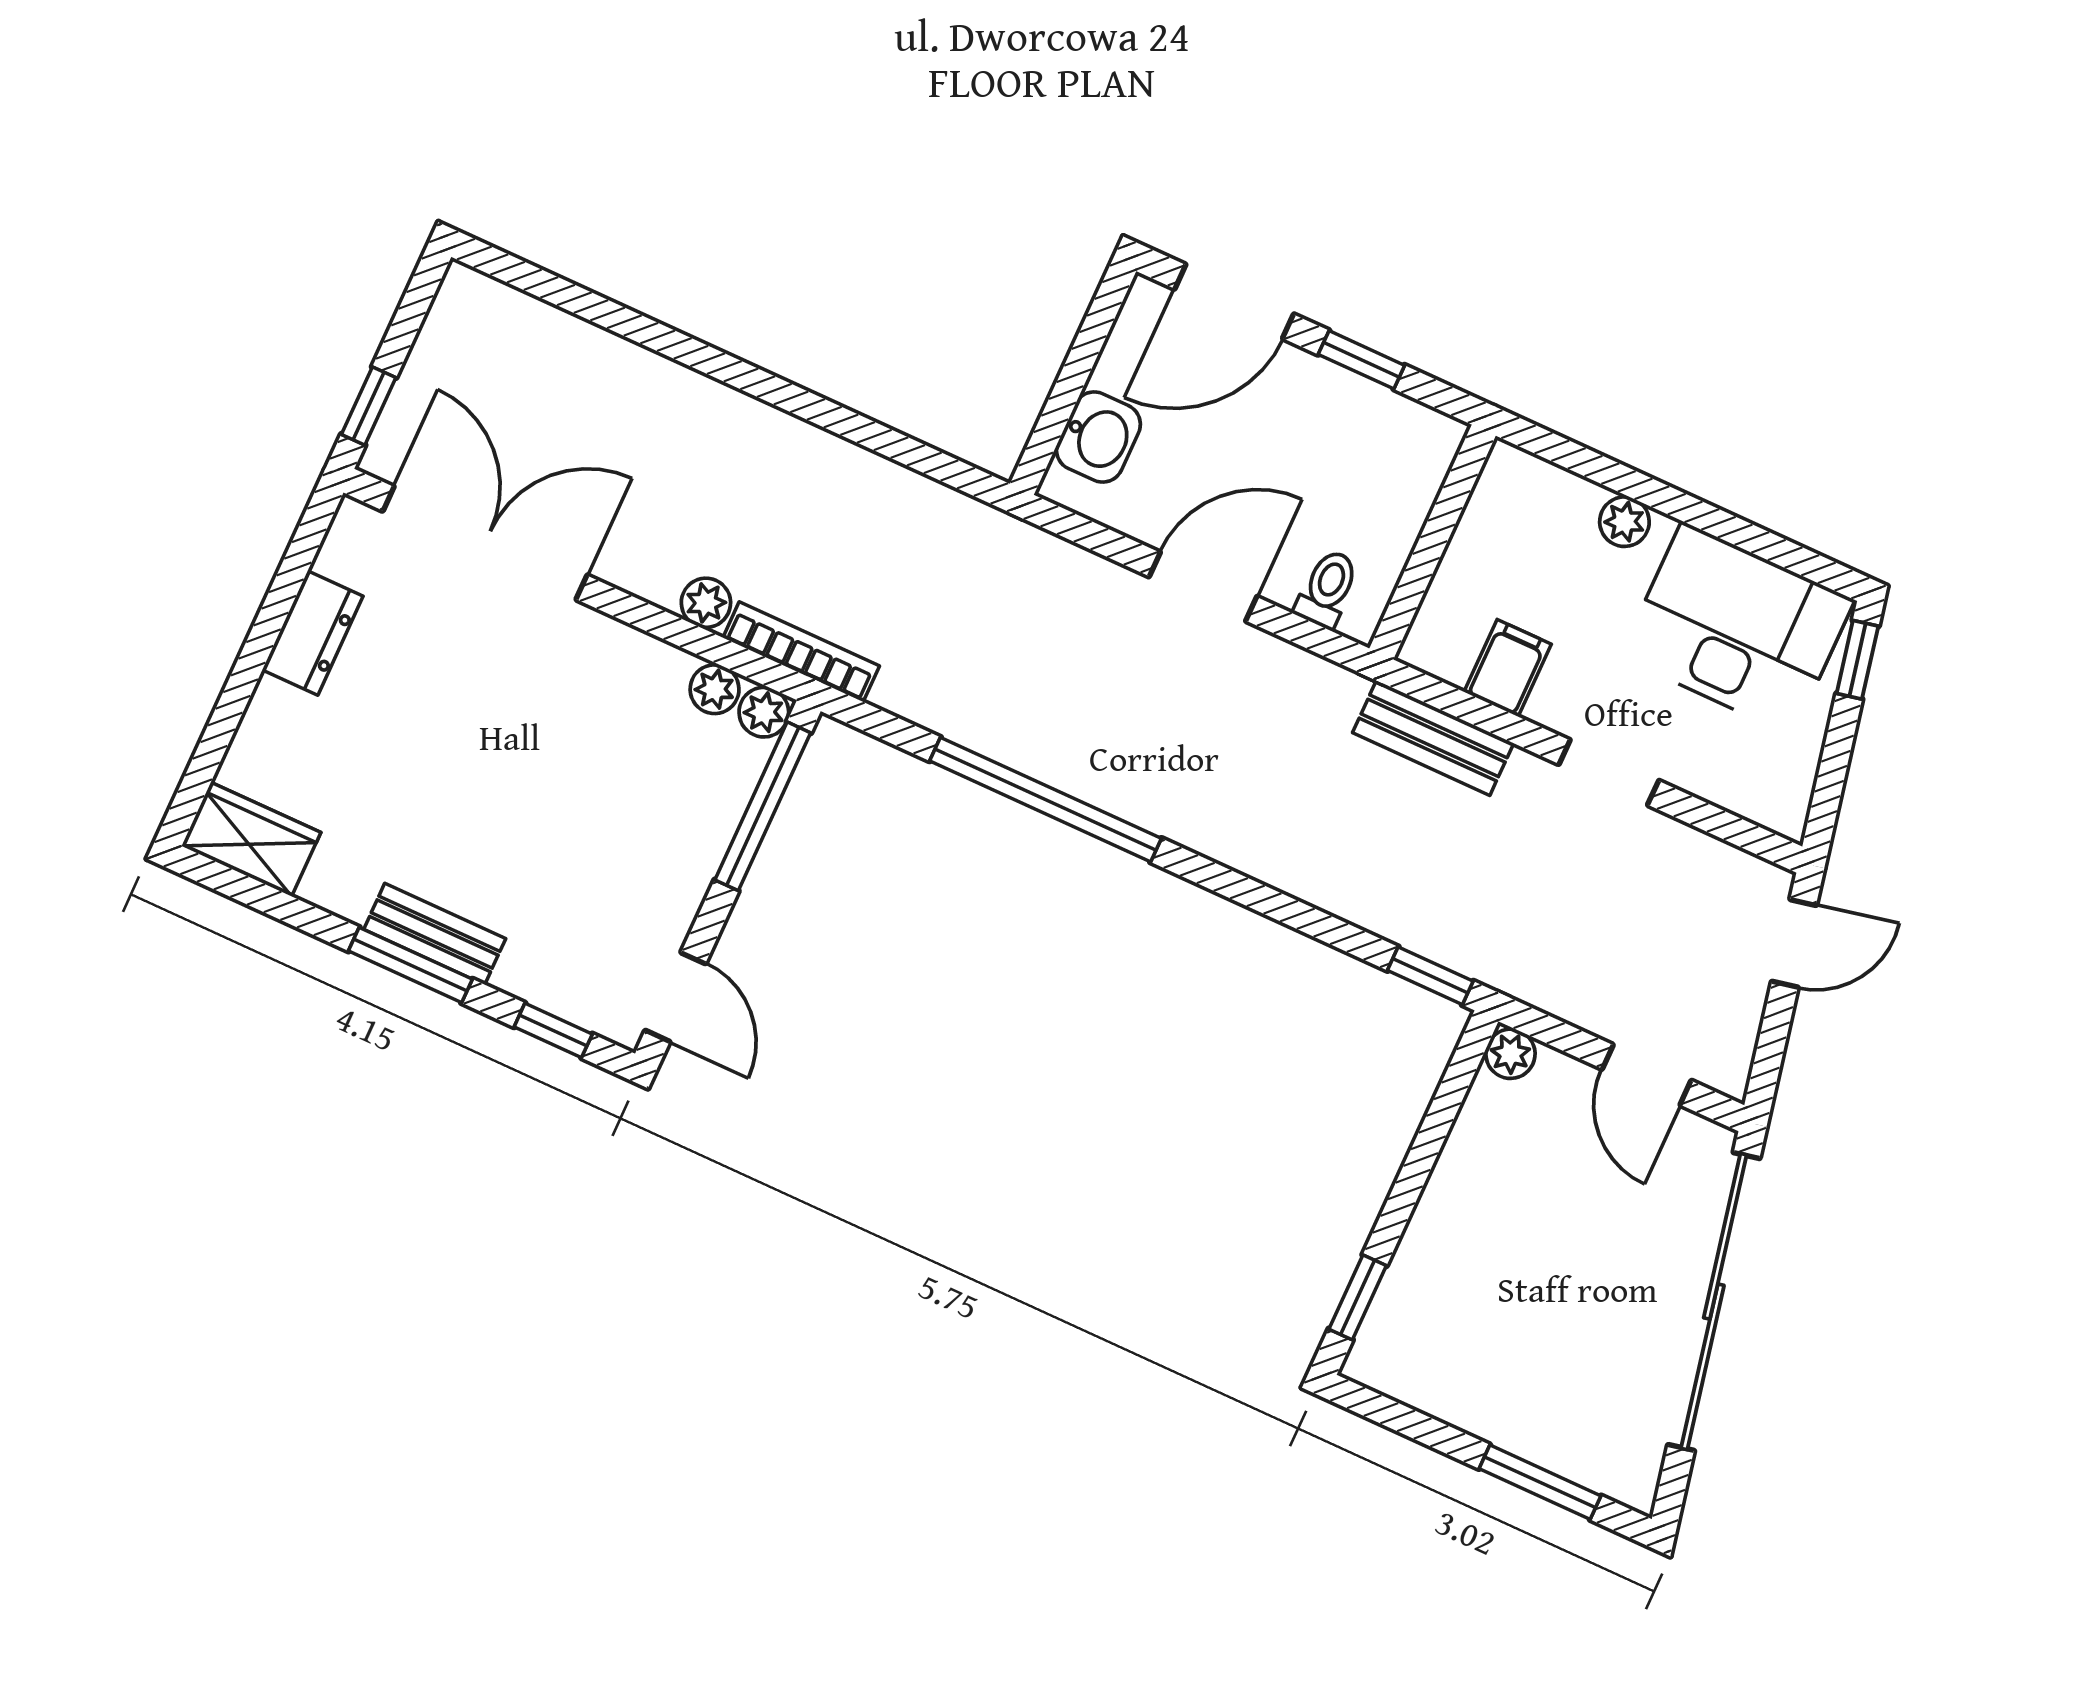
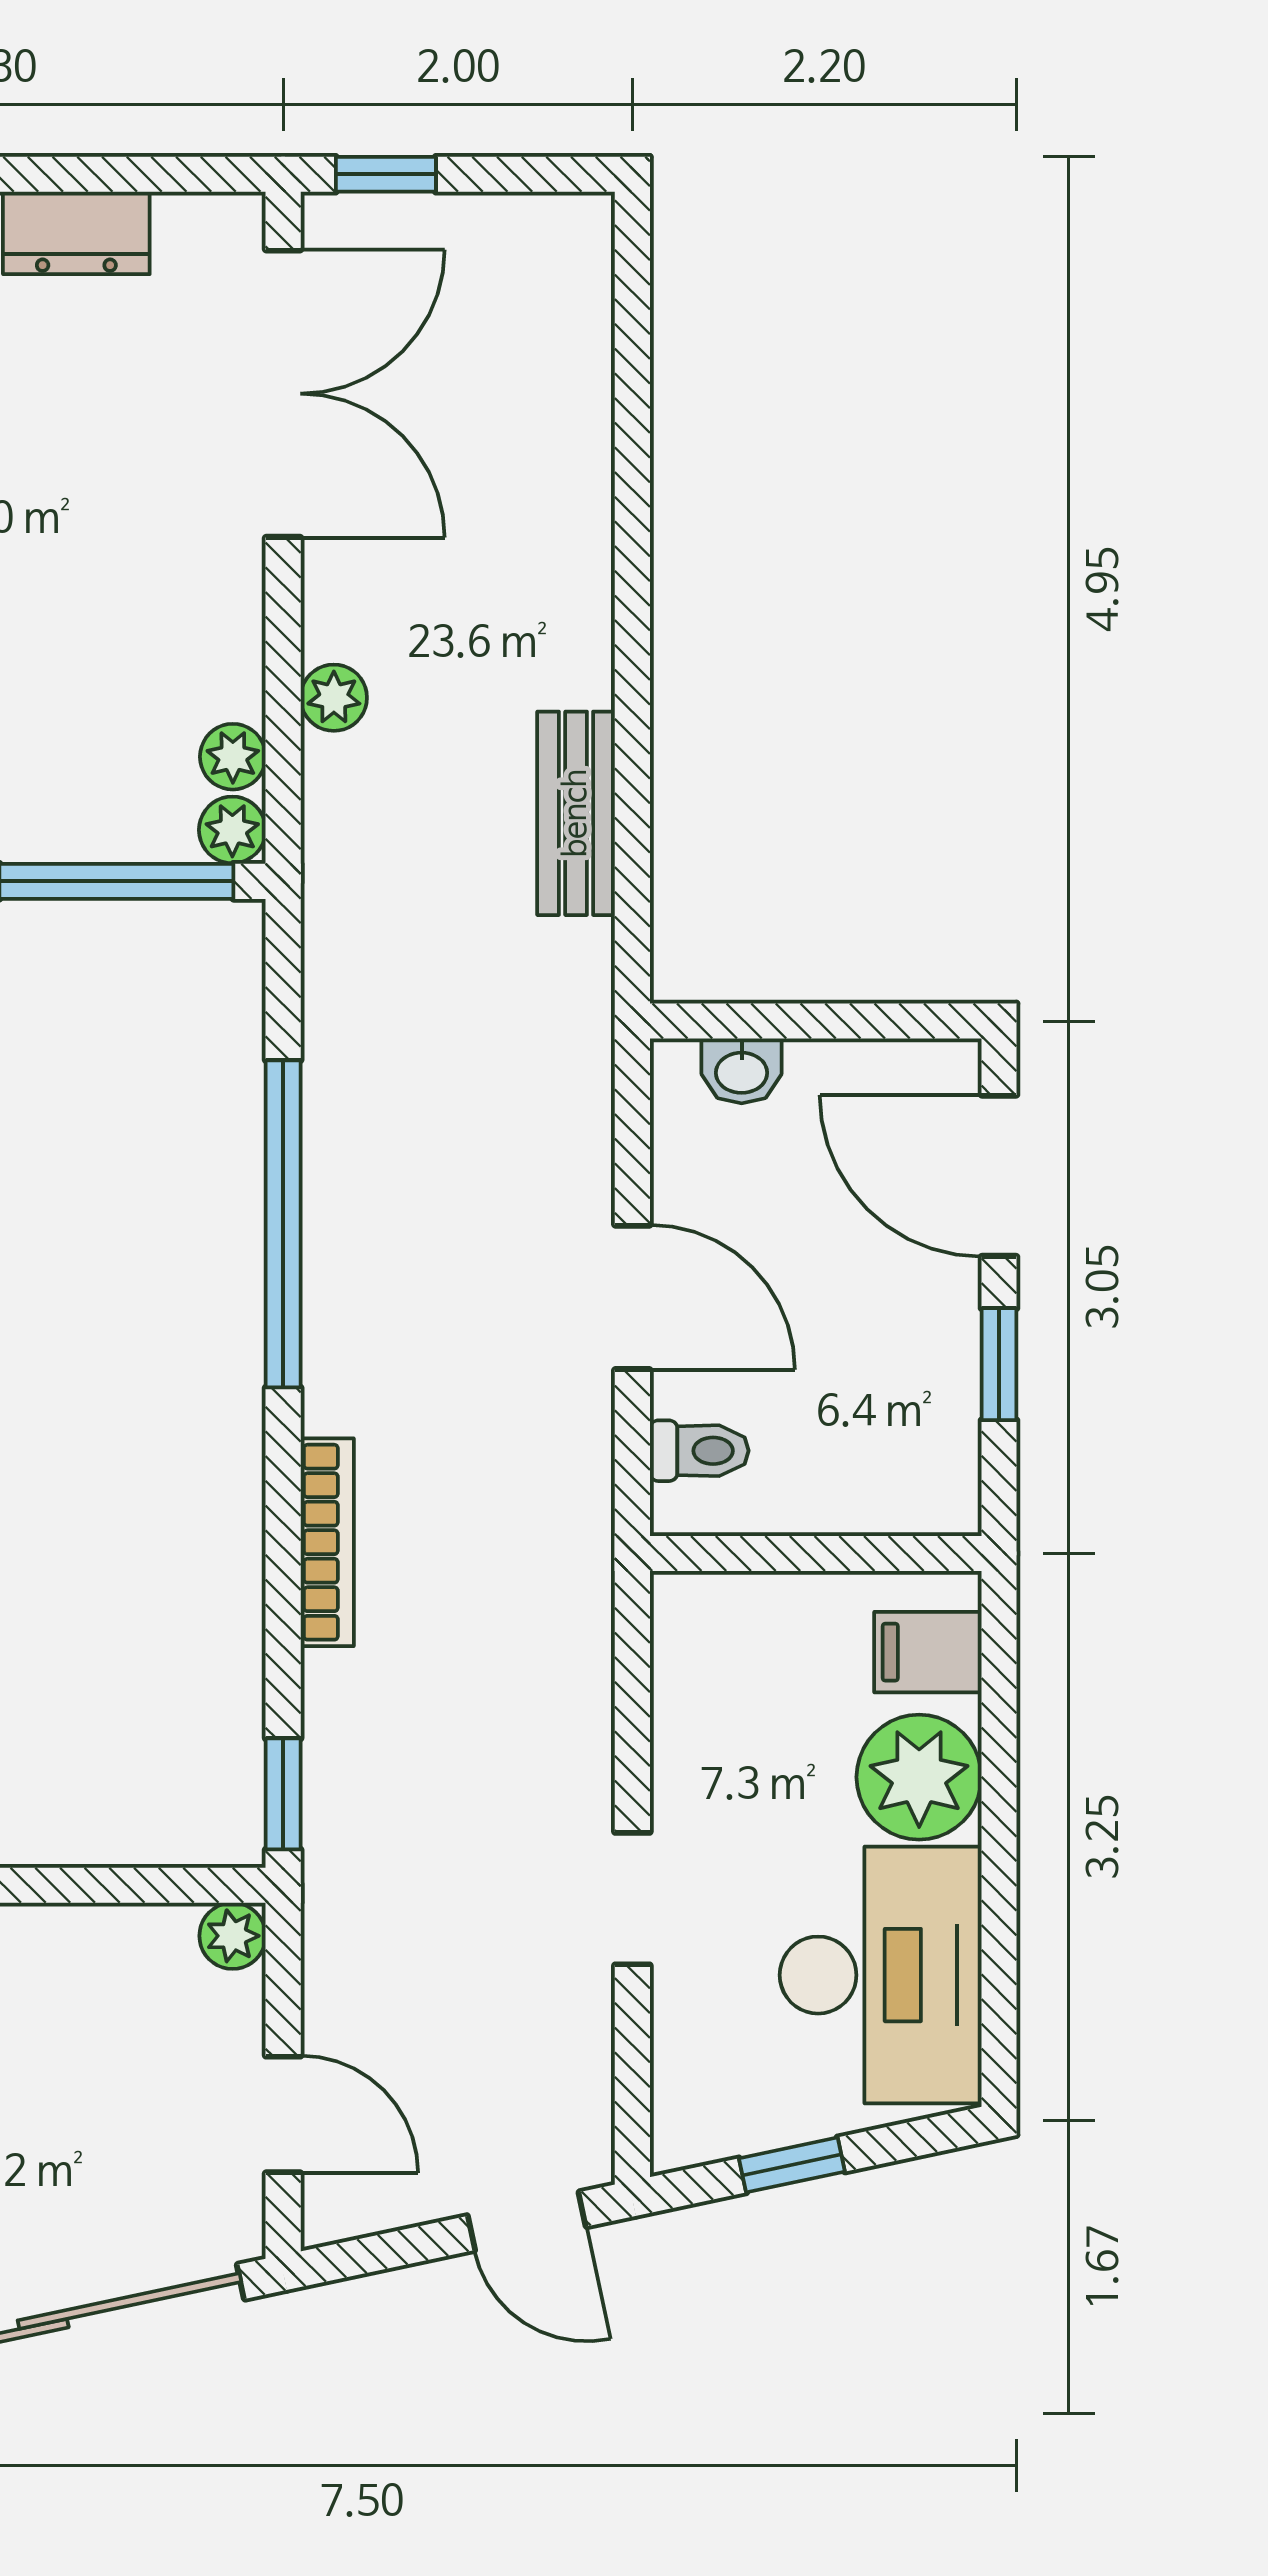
washbasin: (1098, 437) -> (742, 1071), width x0.72, depth x0.69
plant: (1624, 522) -> (919, 1777), width x1.88, depth x1.88
bookcase: (801, 652) -> (327, 1542), moved
window: (1857, 660) -> (792, 2165), moved
filing cabinet: (1508, 668) -> (928, 1652), moved, turned 180
bench: (1433, 738) -> (576, 813), moved
door: (1647, 1075) -> (283, 2114), swing flipped

